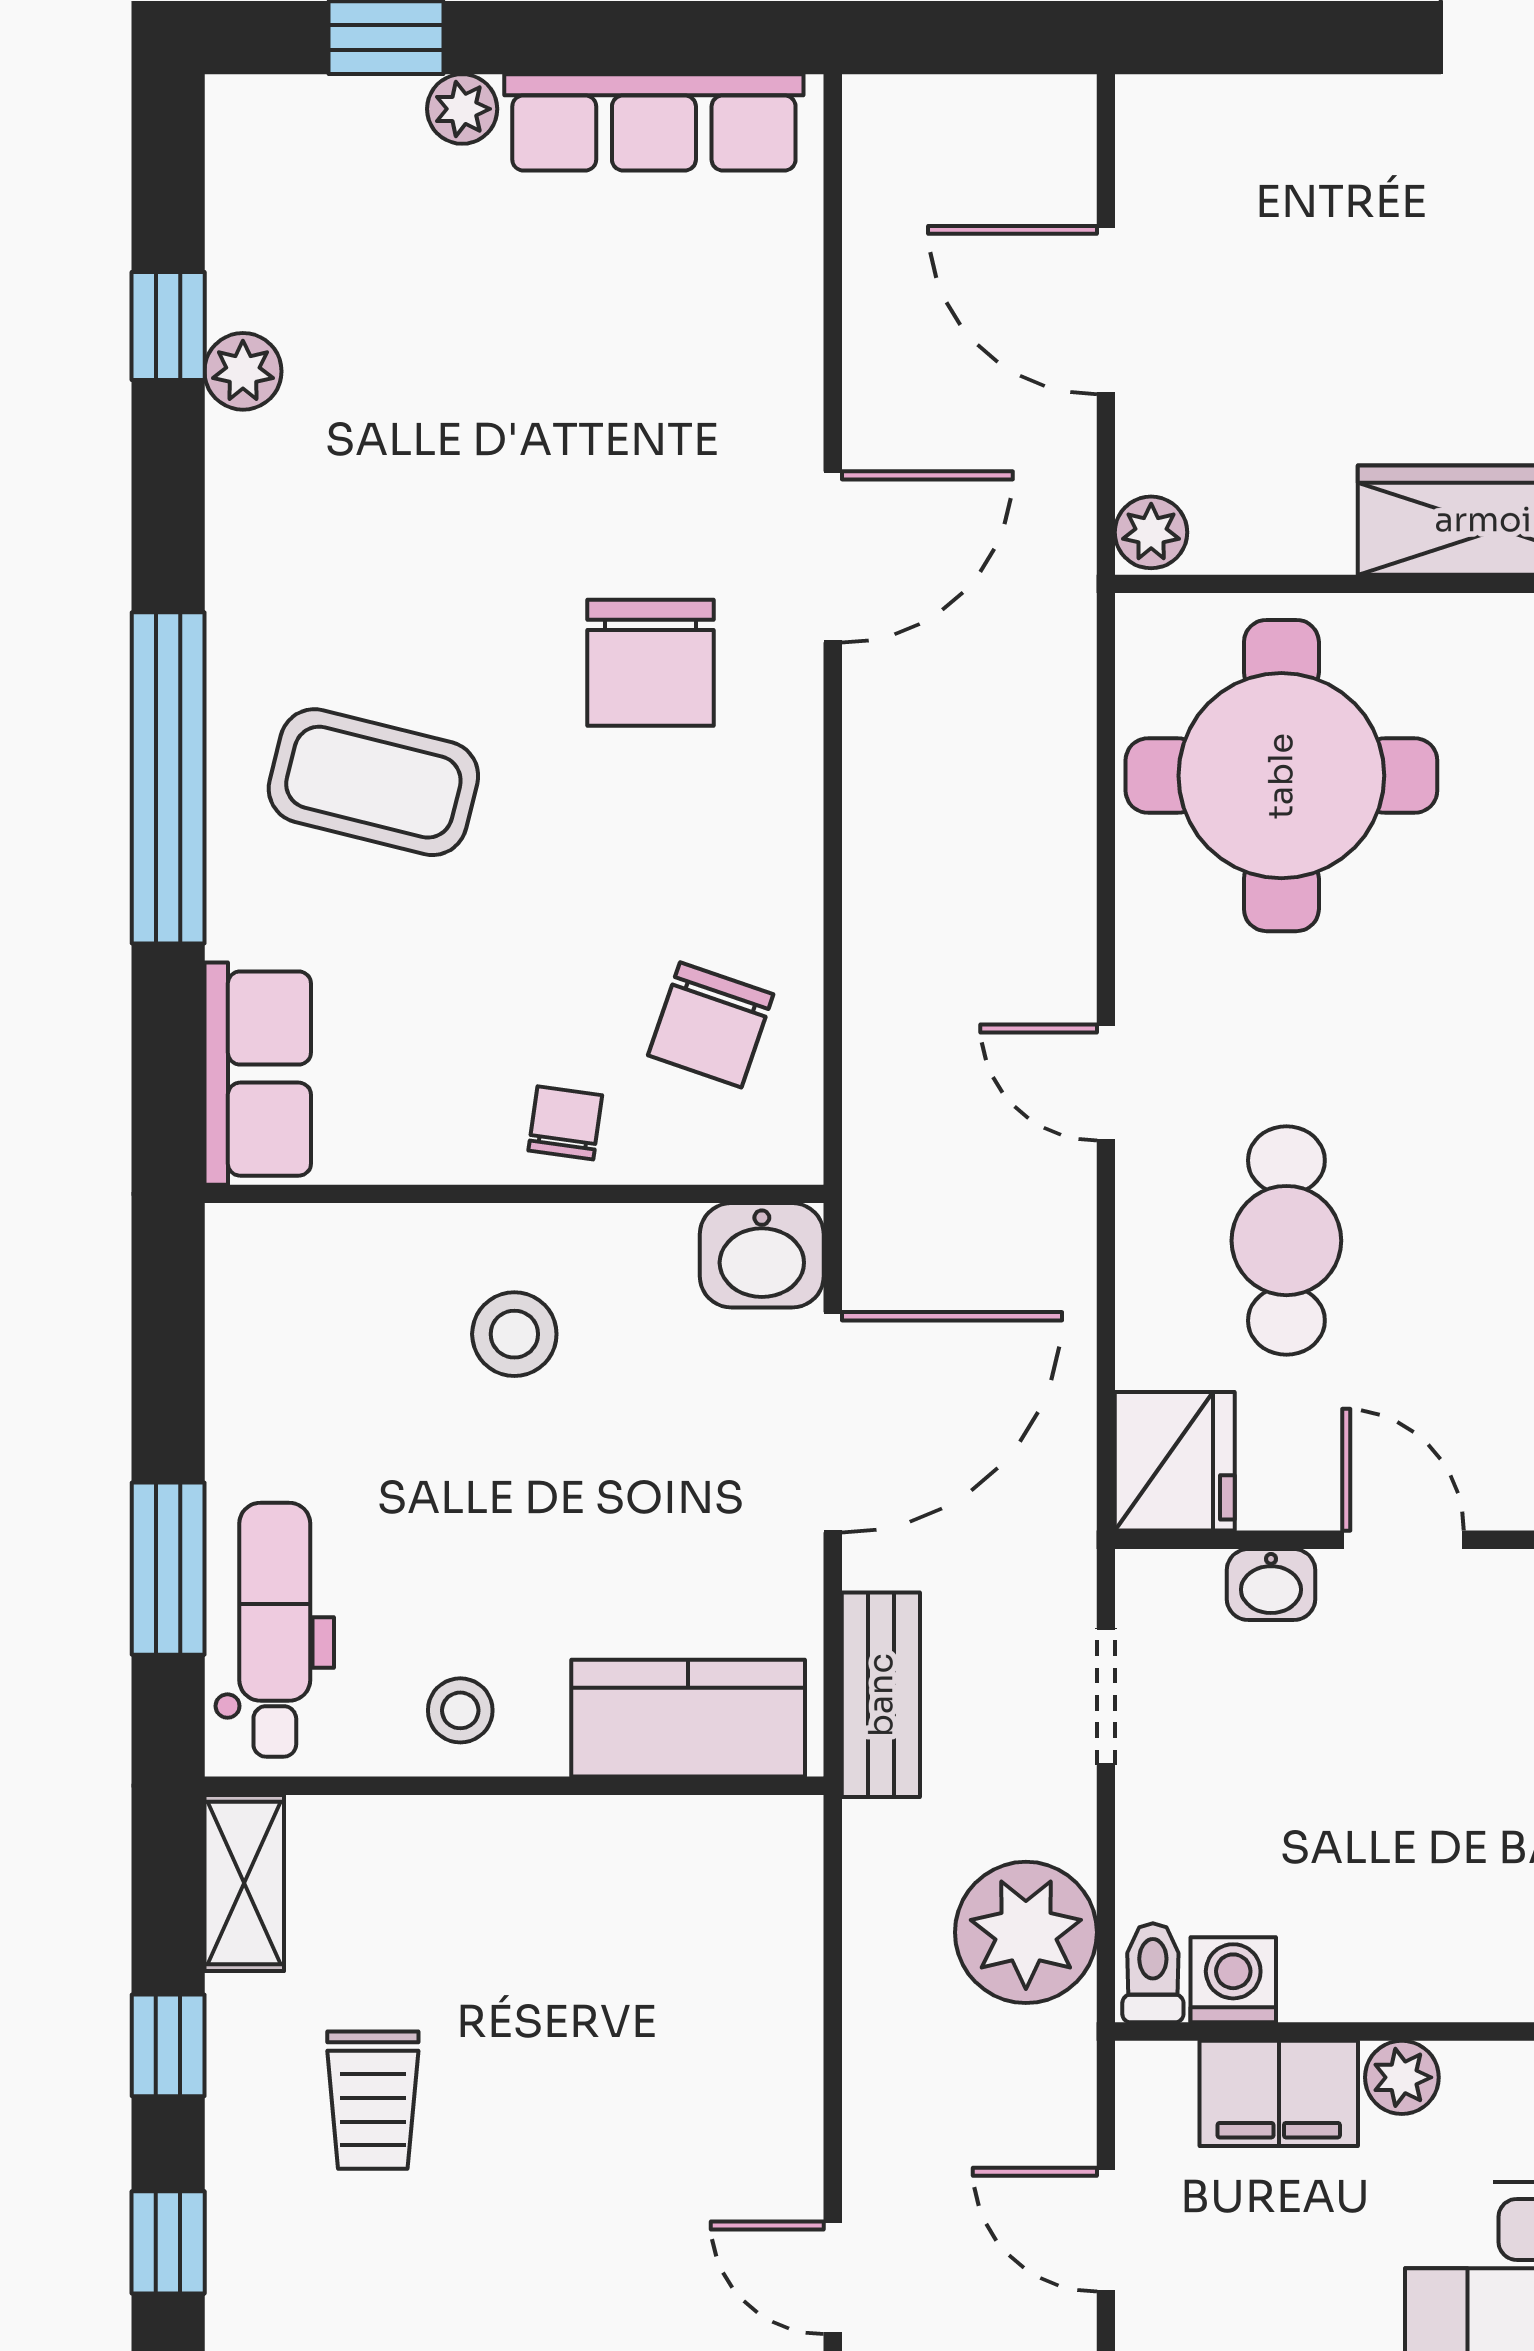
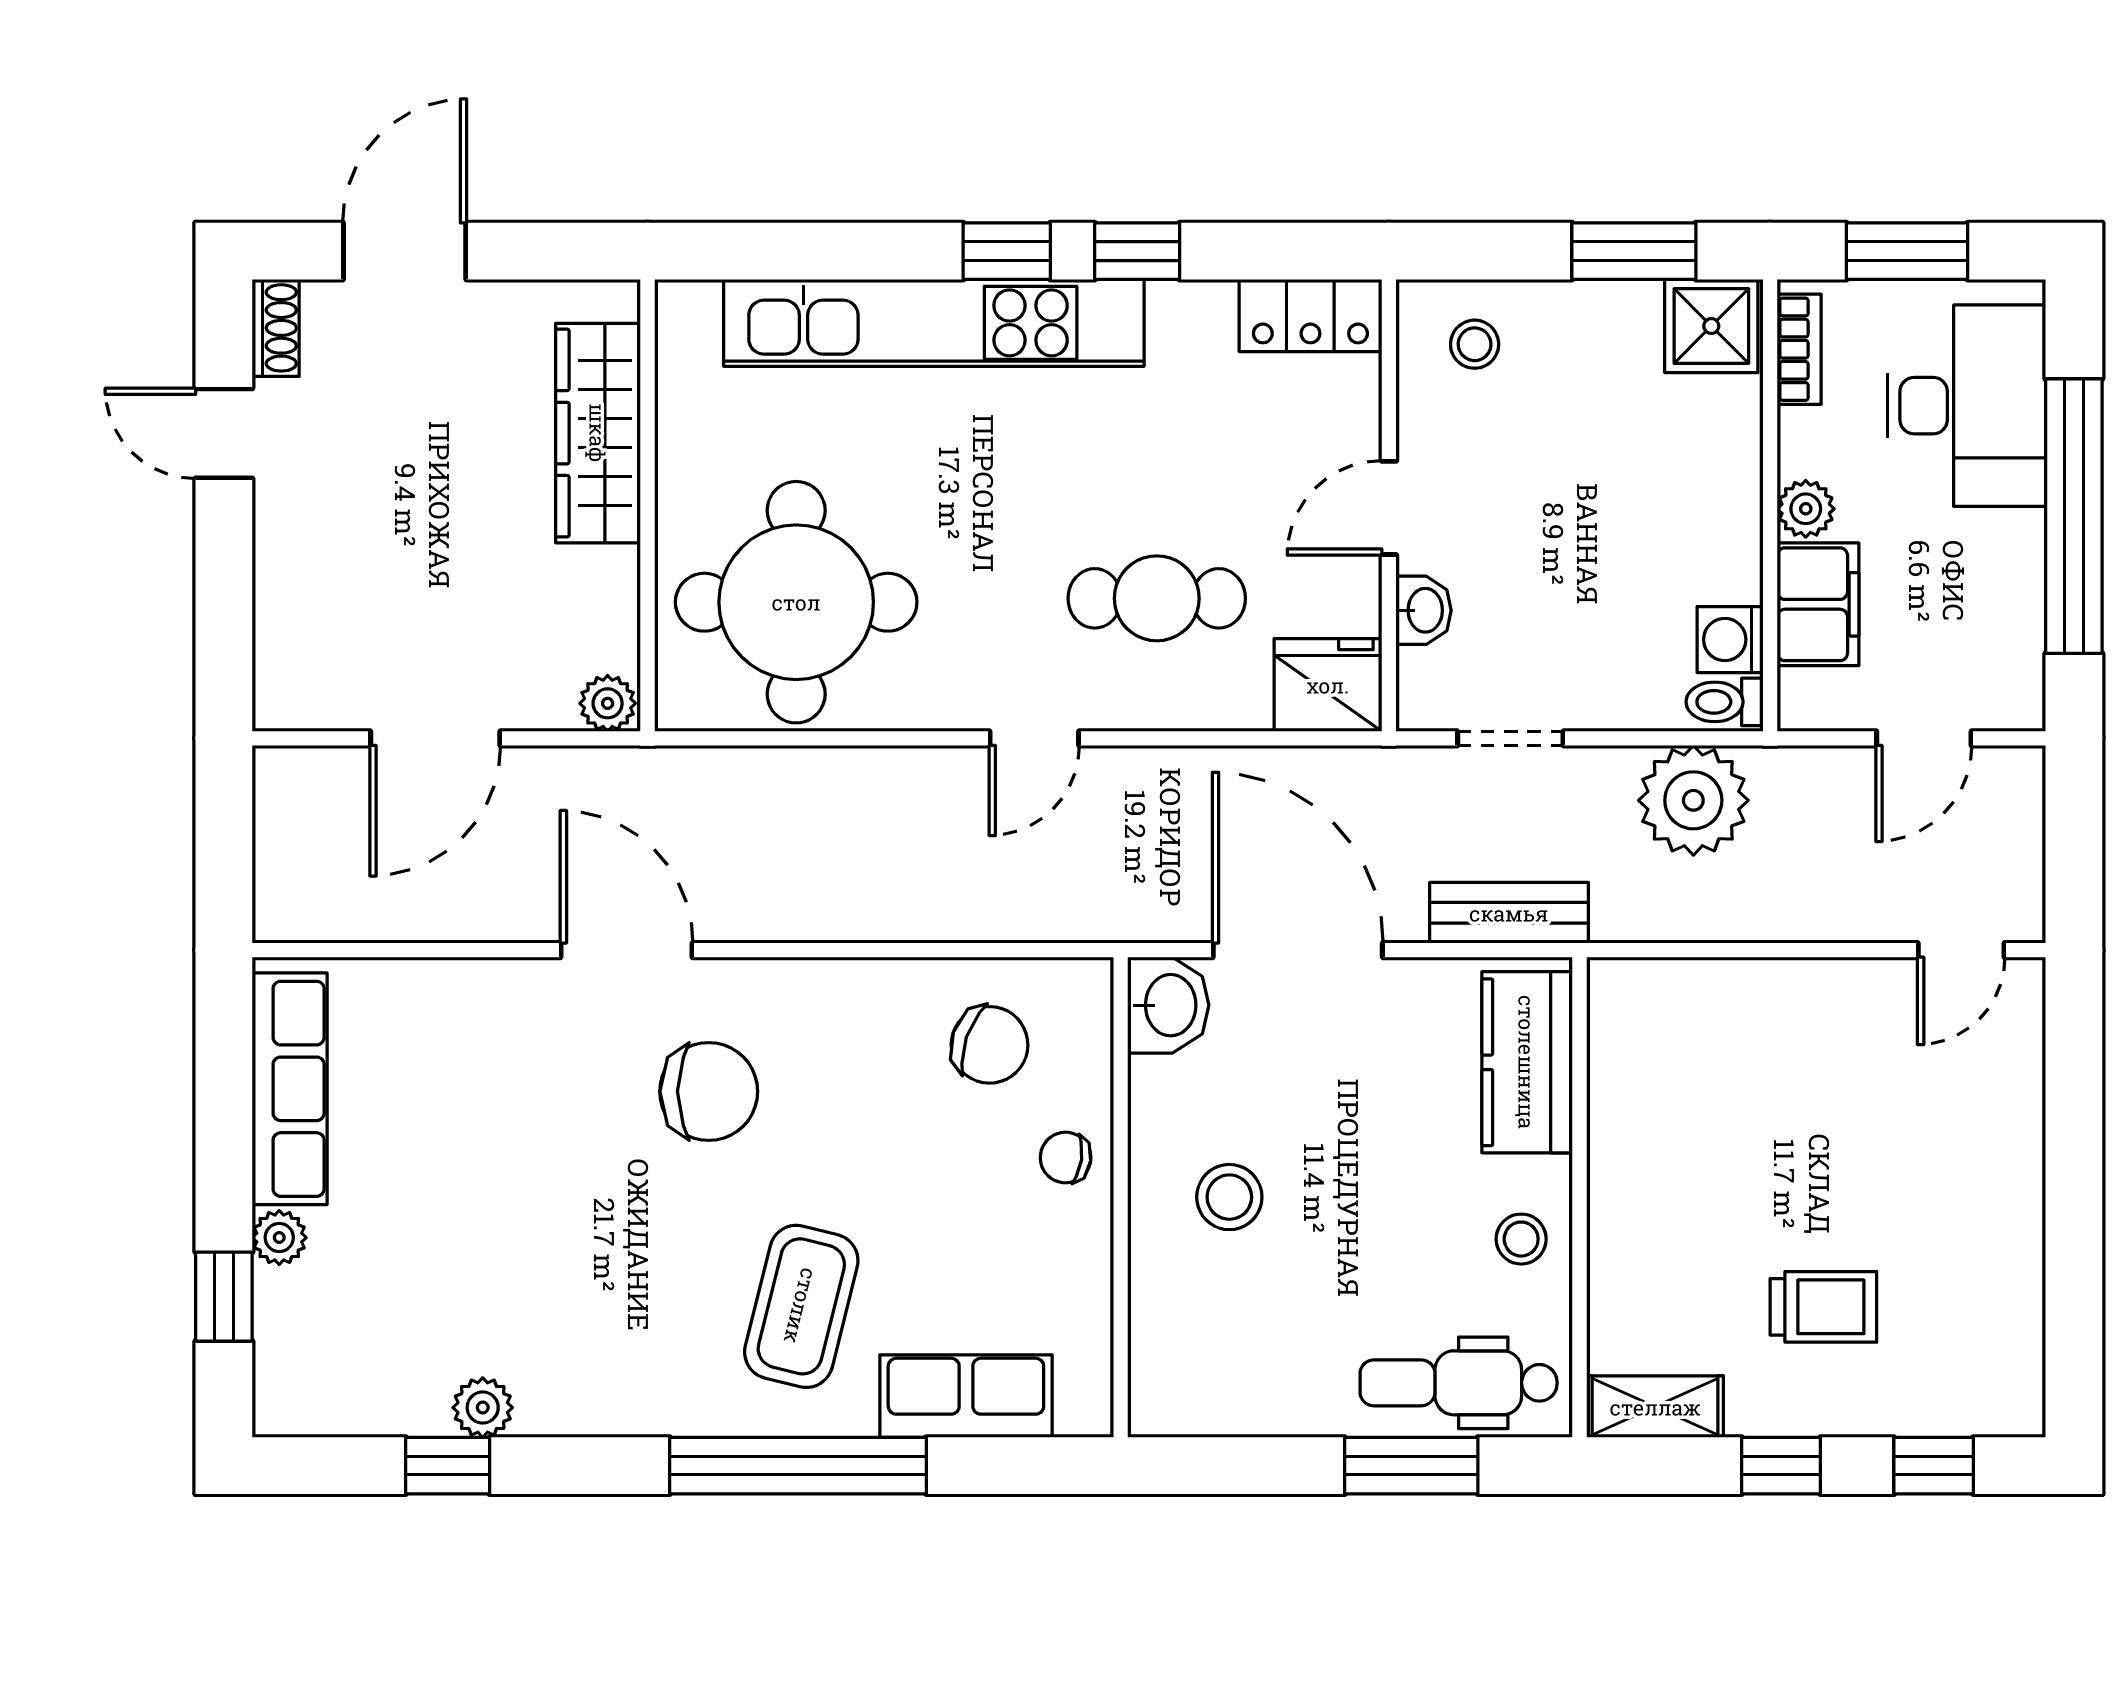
row of seats: (258, 1074) -> (966, 1396), moved

